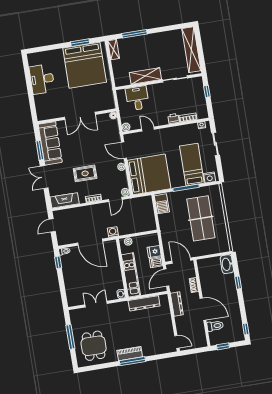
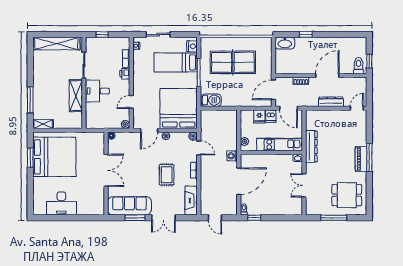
desk: (137, 98) -> (97, 91), moved
dresser: (144, 303) -> (311, 146), moved
dresser: (177, 304) -> (331, 102), moved
toilet: (215, 326) -> (359, 66), moved
window: (246, 329) -> (355, 34), removed

